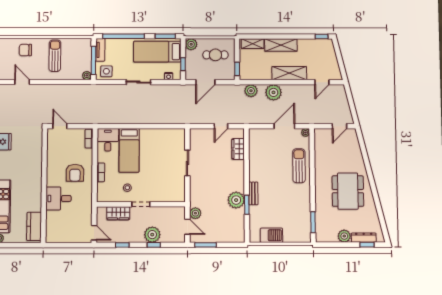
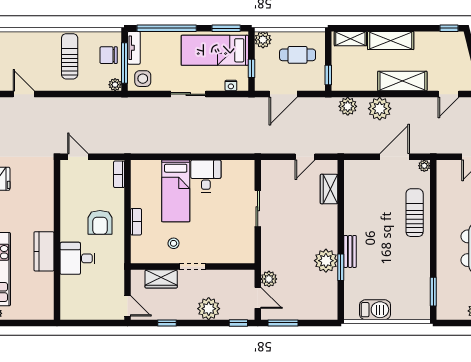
chair: (25, 50) -> (109, 55), moved
desk: (108, 140) -> (206, 176), moved
kitchen counter: (34, 226) -> (44, 251), moved
window: (154, 245) -> (238, 323), moved

